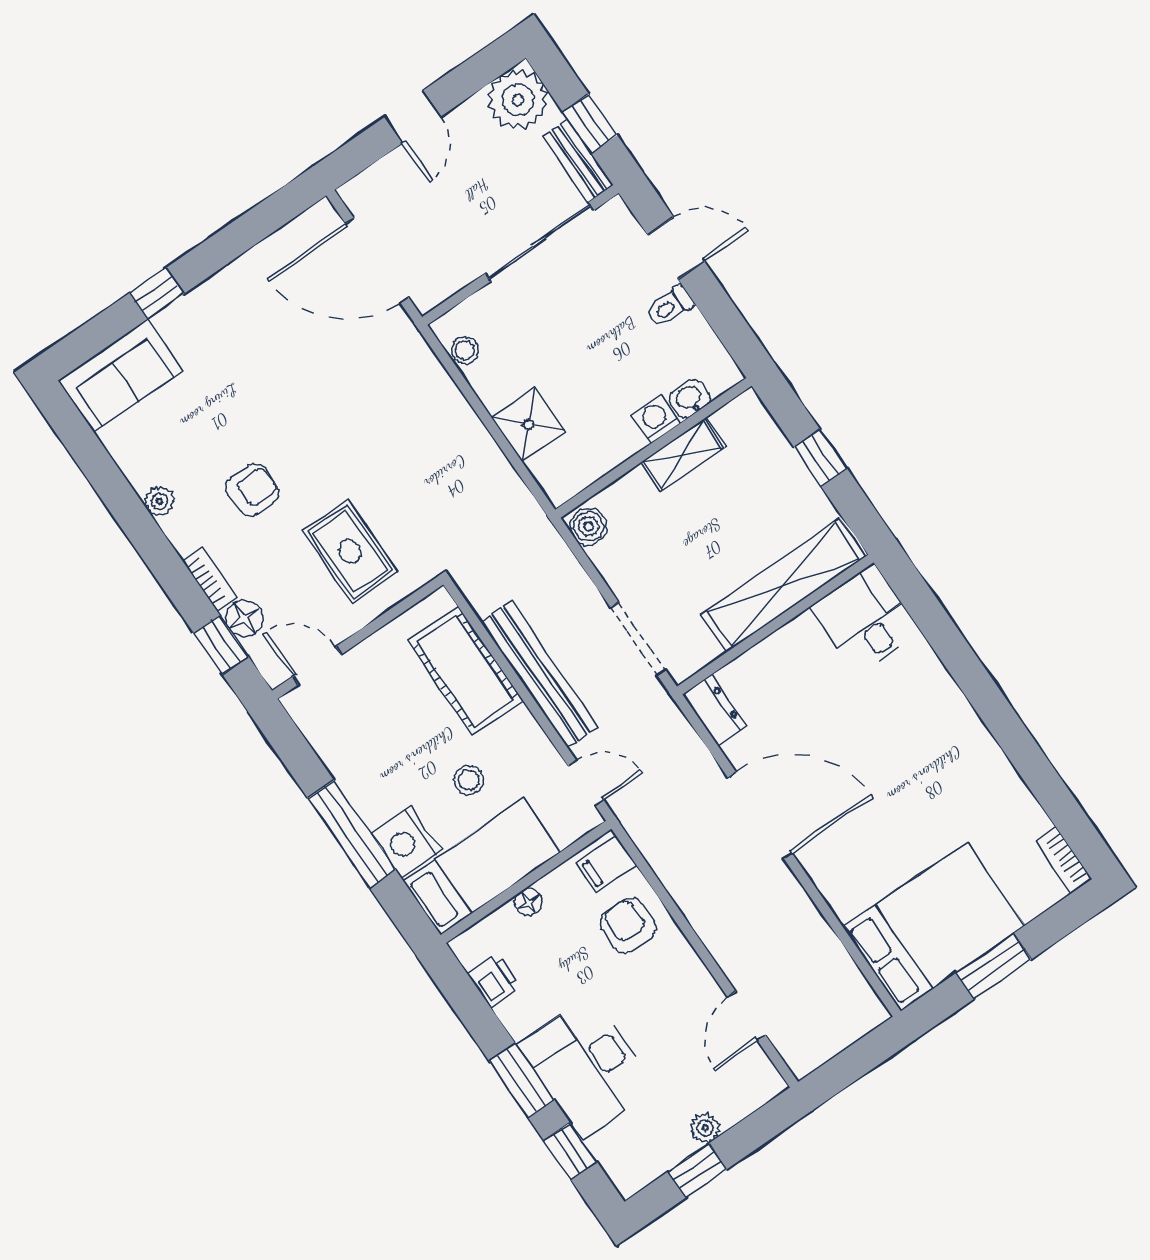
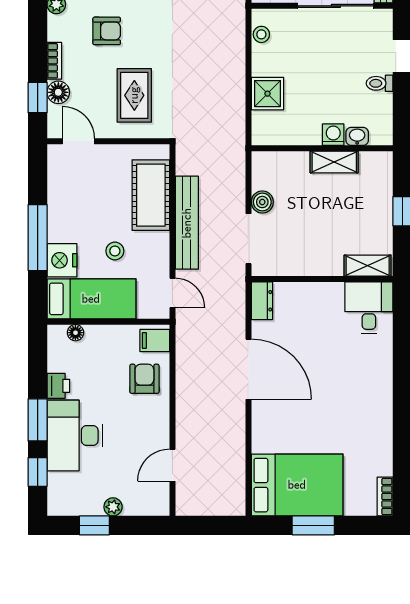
boiler: (588, 526) -> (262, 202), moved
shelving: (783, 585) -> (368, 266), width x0.45, depth x0.75
floor lamp: (529, 902) -> (75, 333), moved
printer: (494, 980) -> (58, 386), moved

